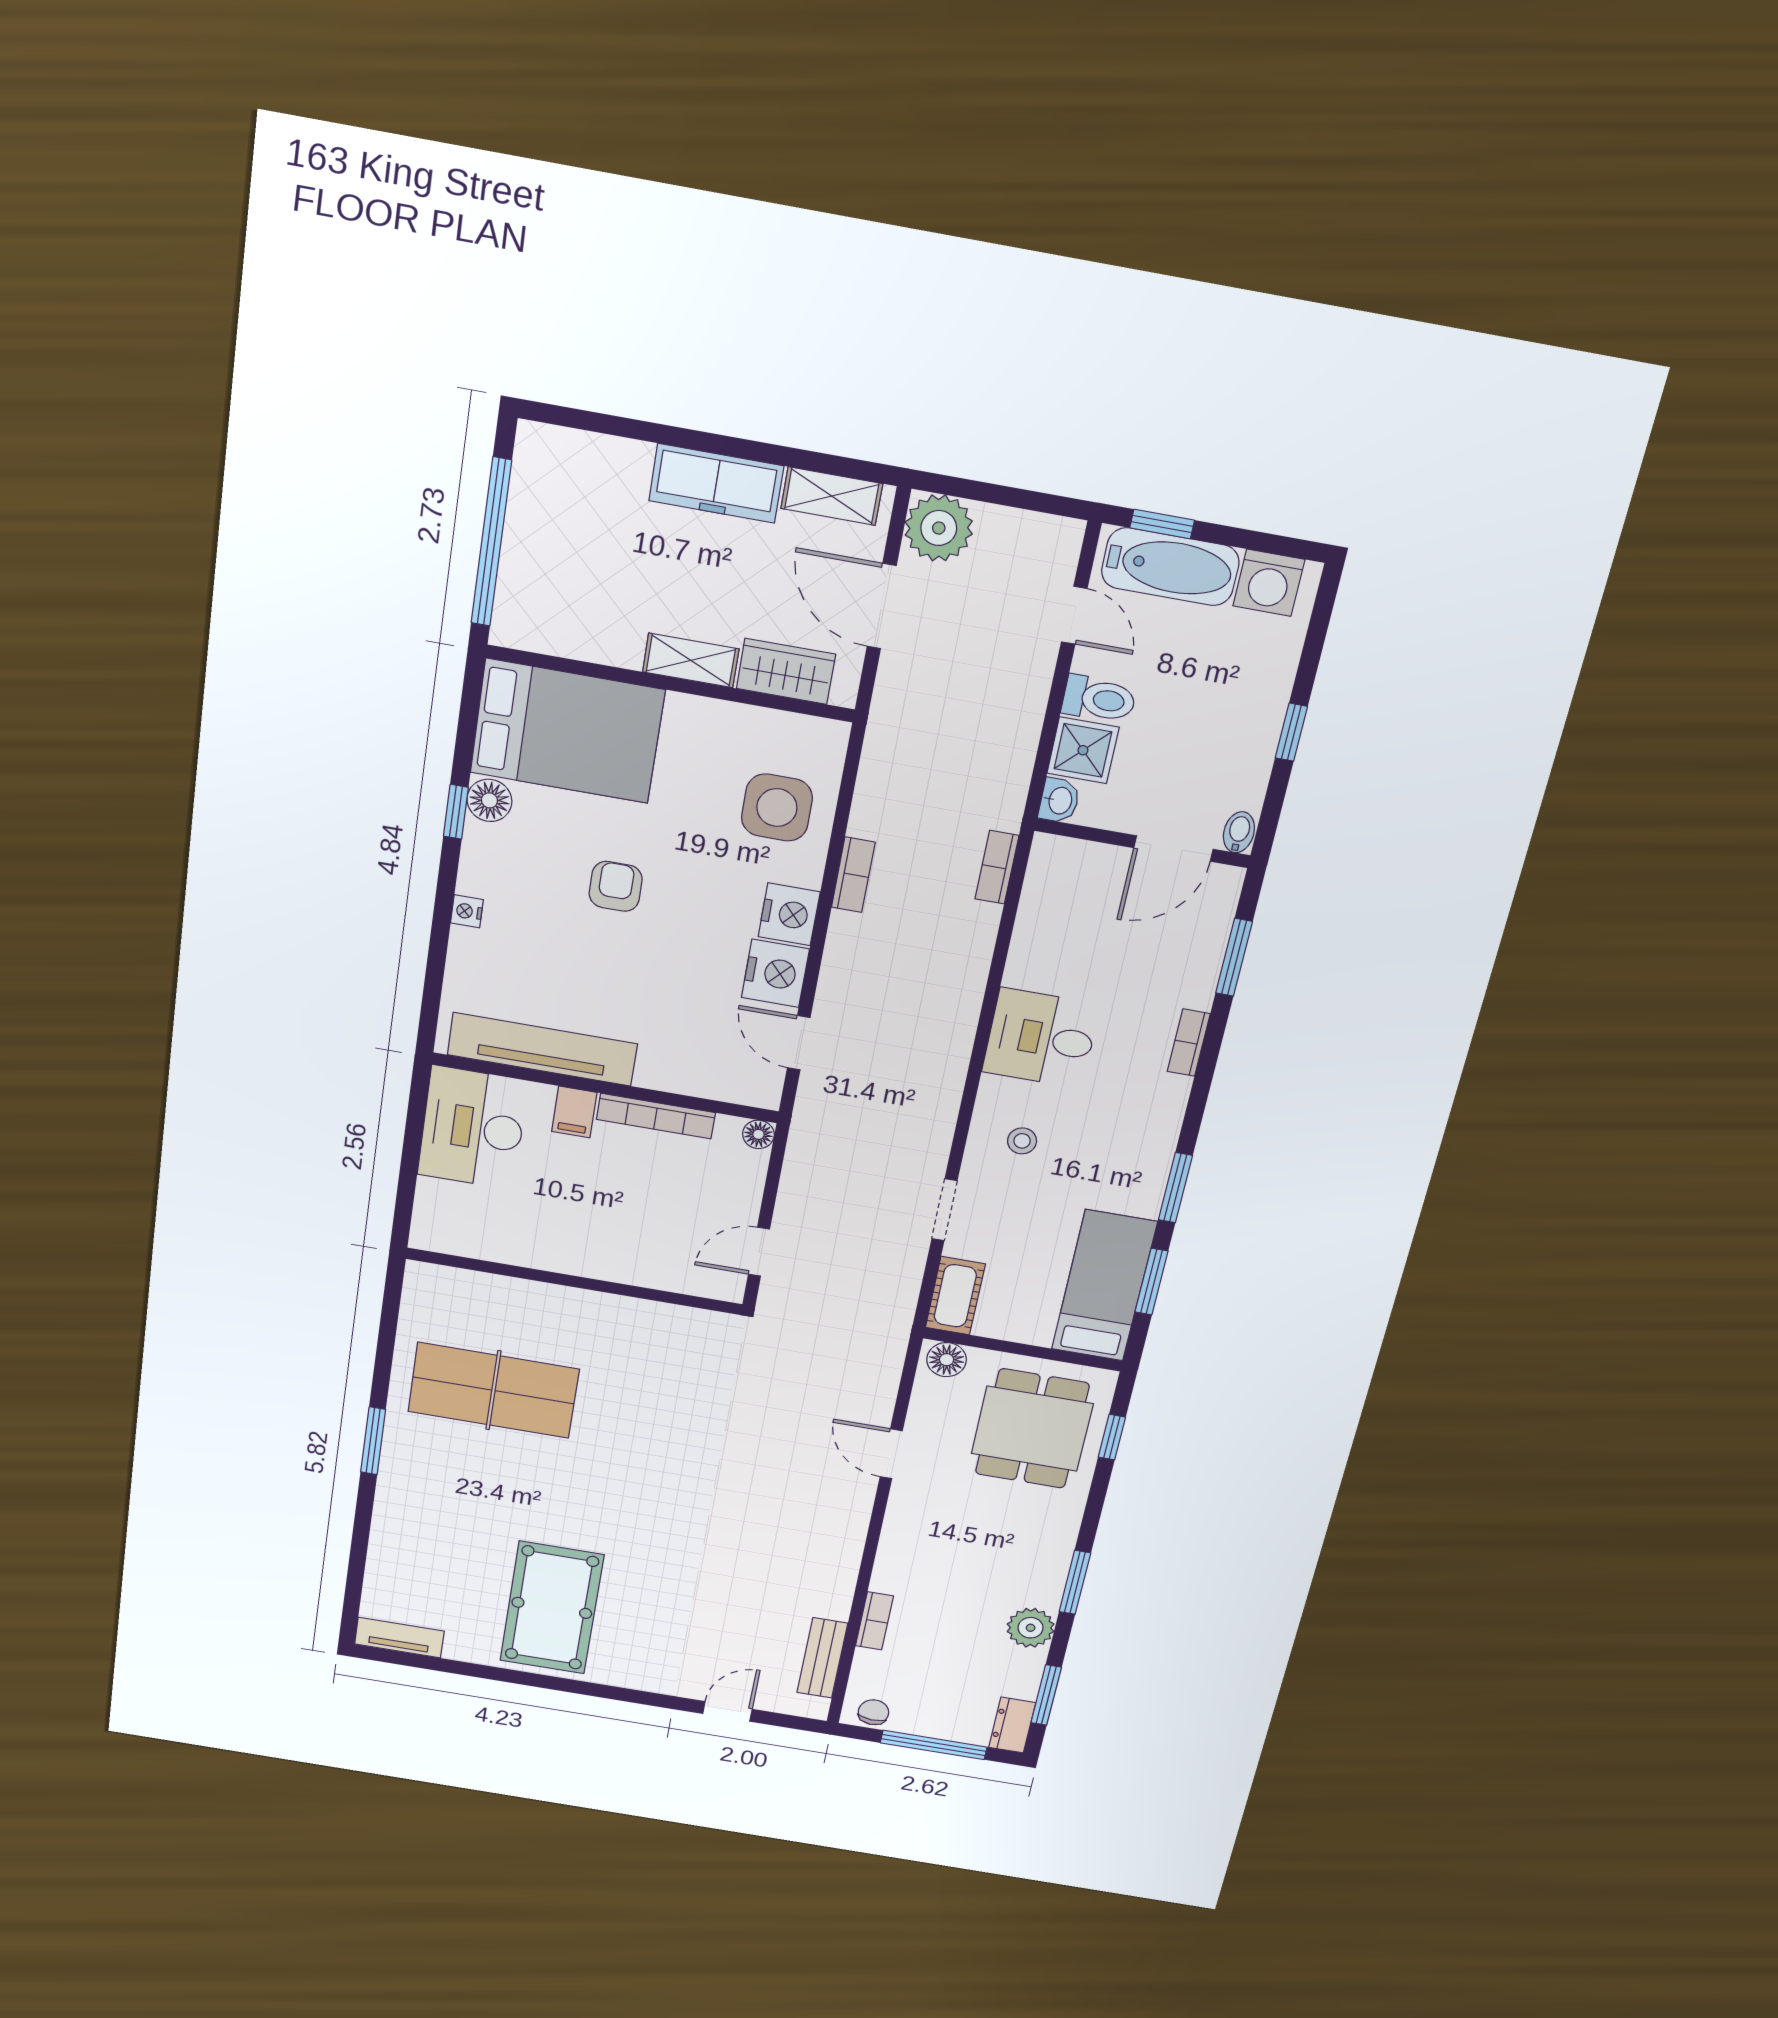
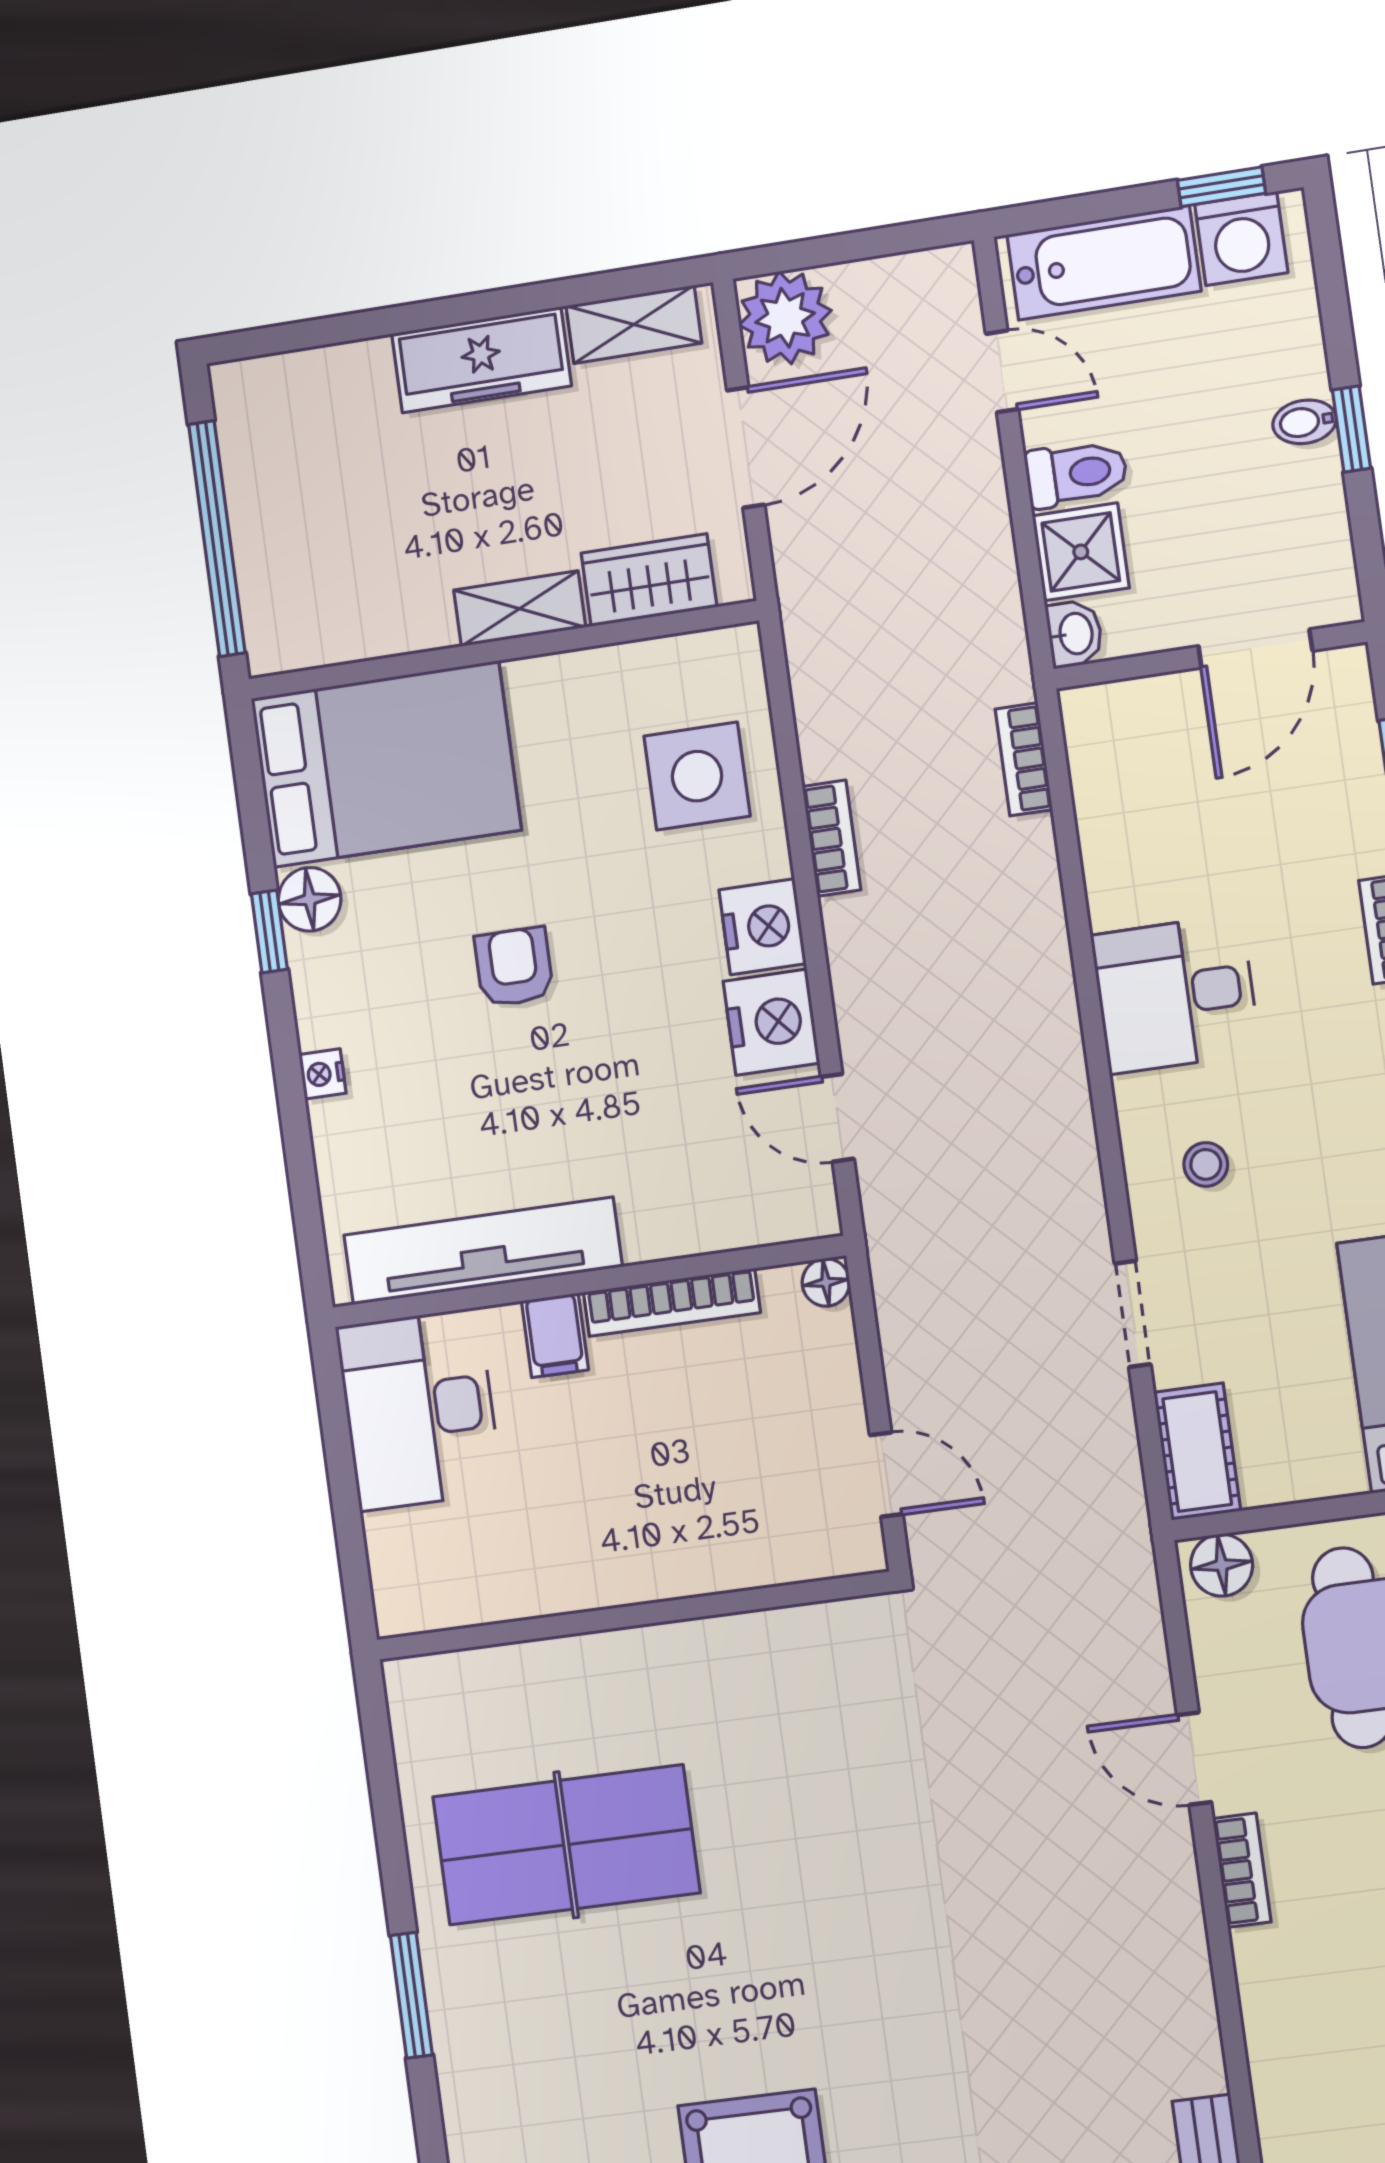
window: (1162, 524) -> (1221, 187), moved
door: (882, 606) -> (746, 448), swing flipped
bidet: (1239, 832) -> (1305, 422), moved, turned -90
door: (759, 1252) -> (886, 1475), swing flipped
bookcase: (874, 1621) -> (1242, 1870), moved

